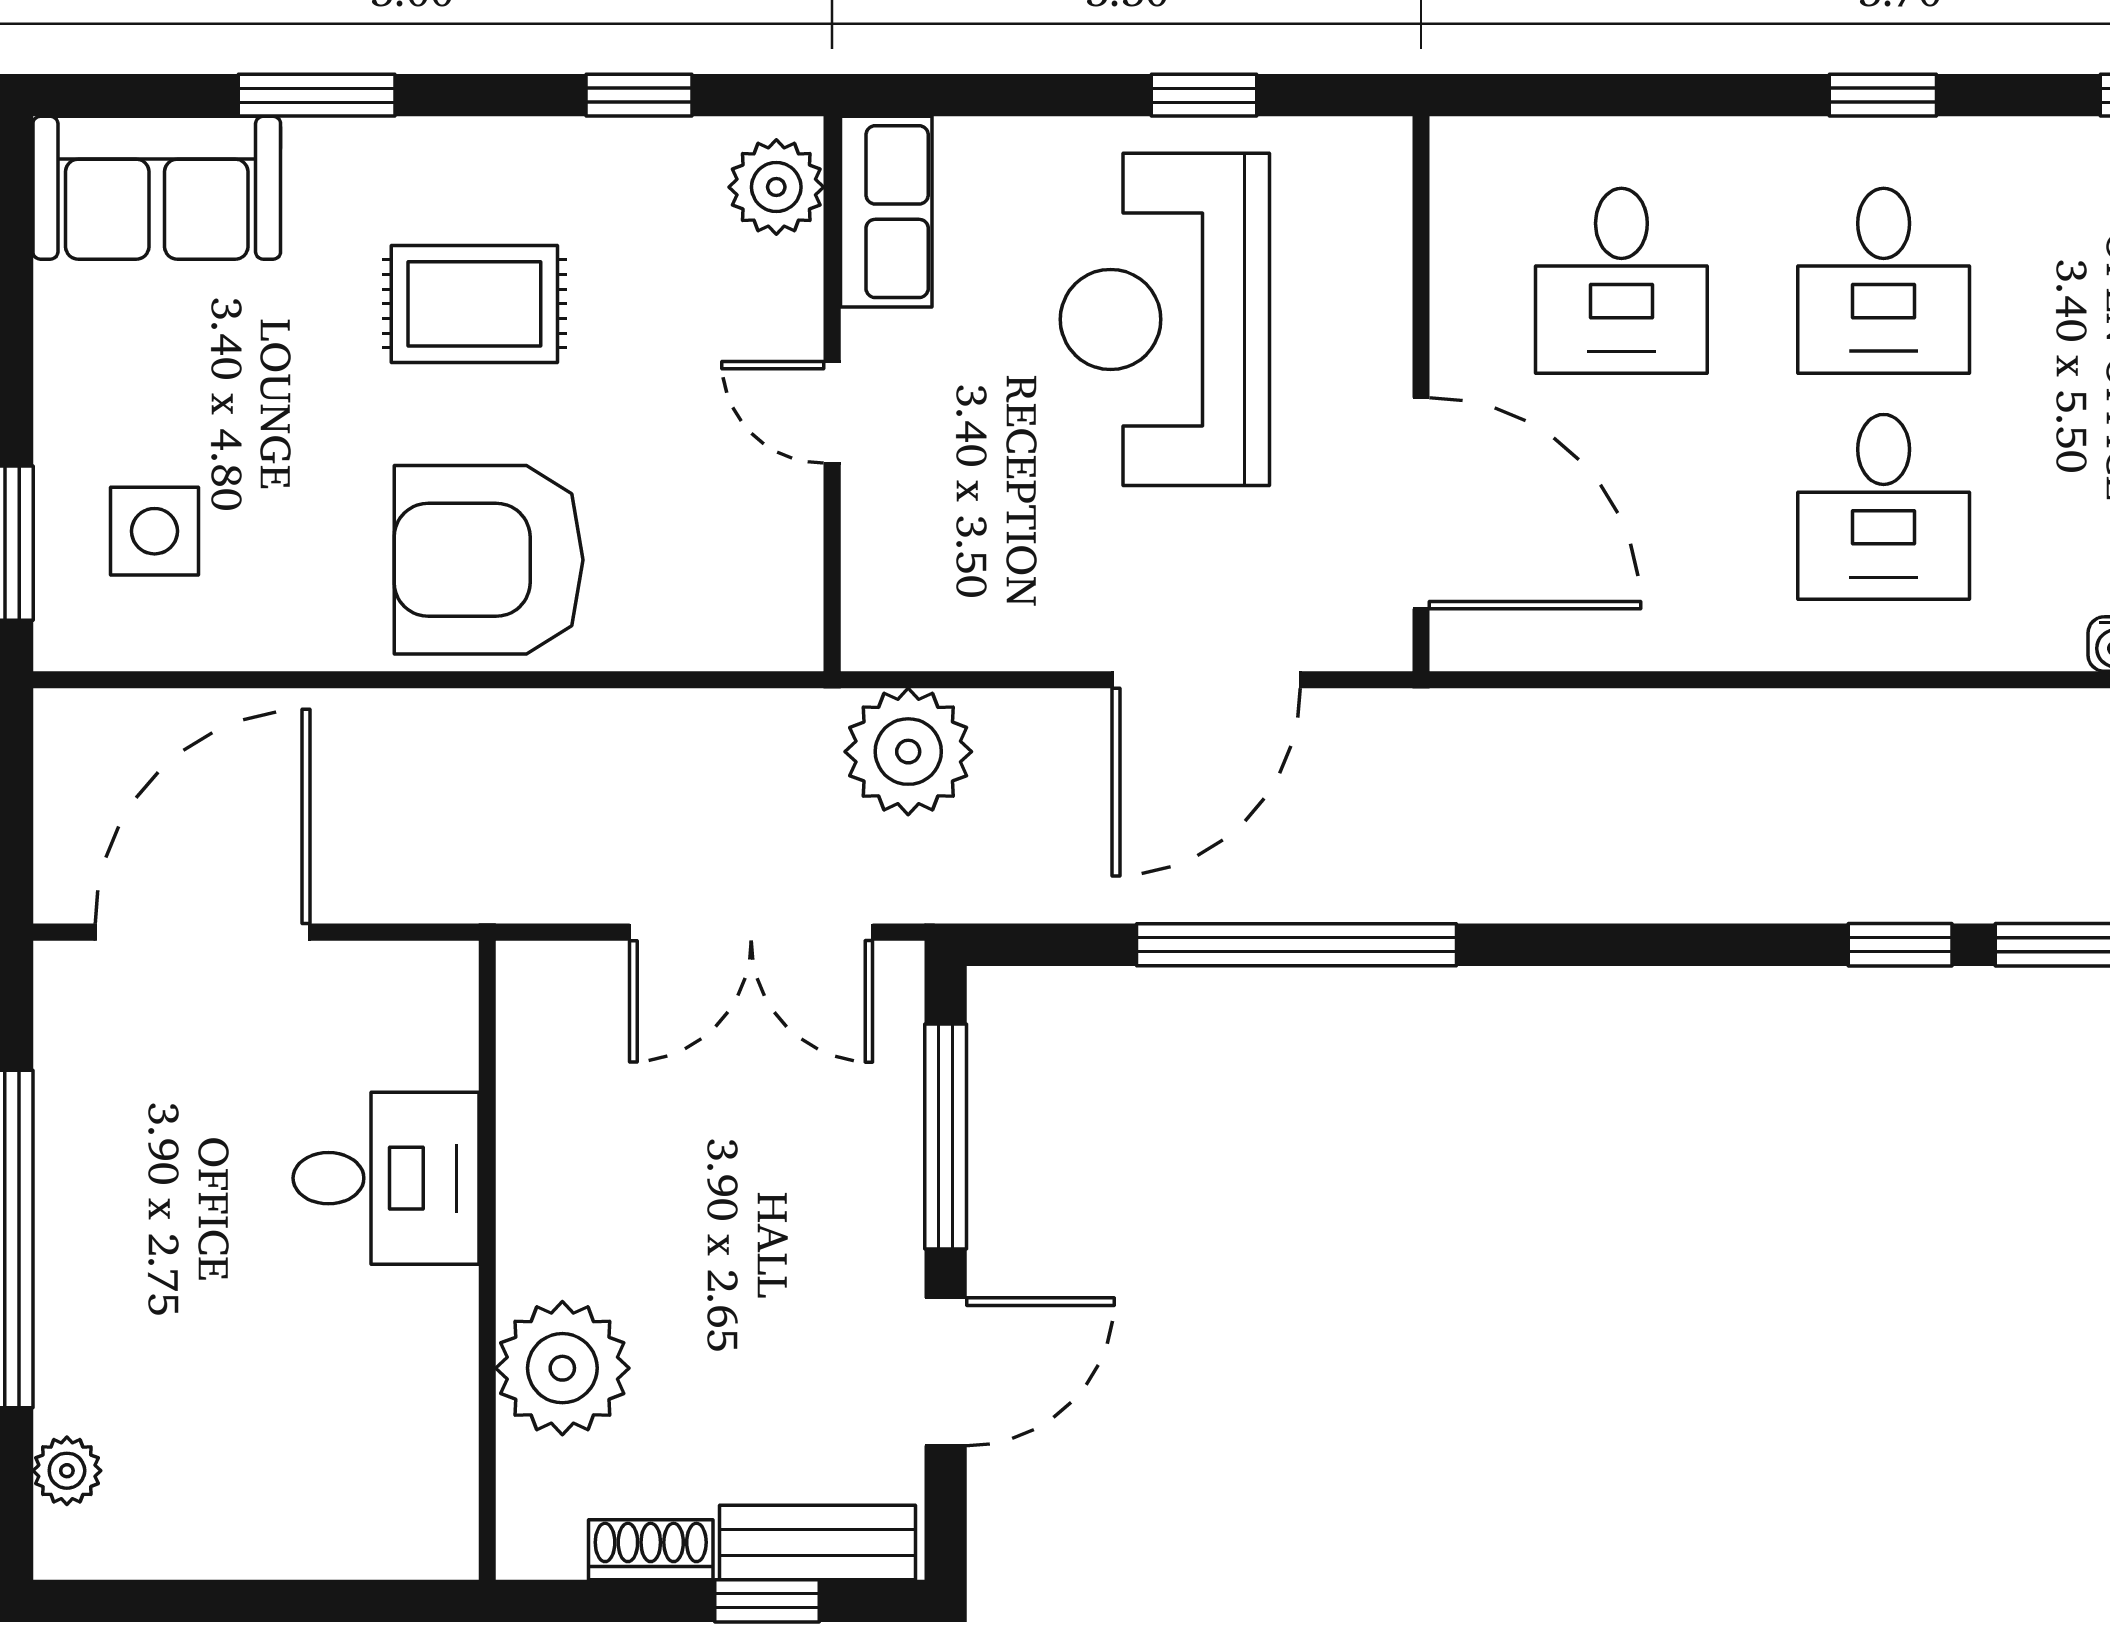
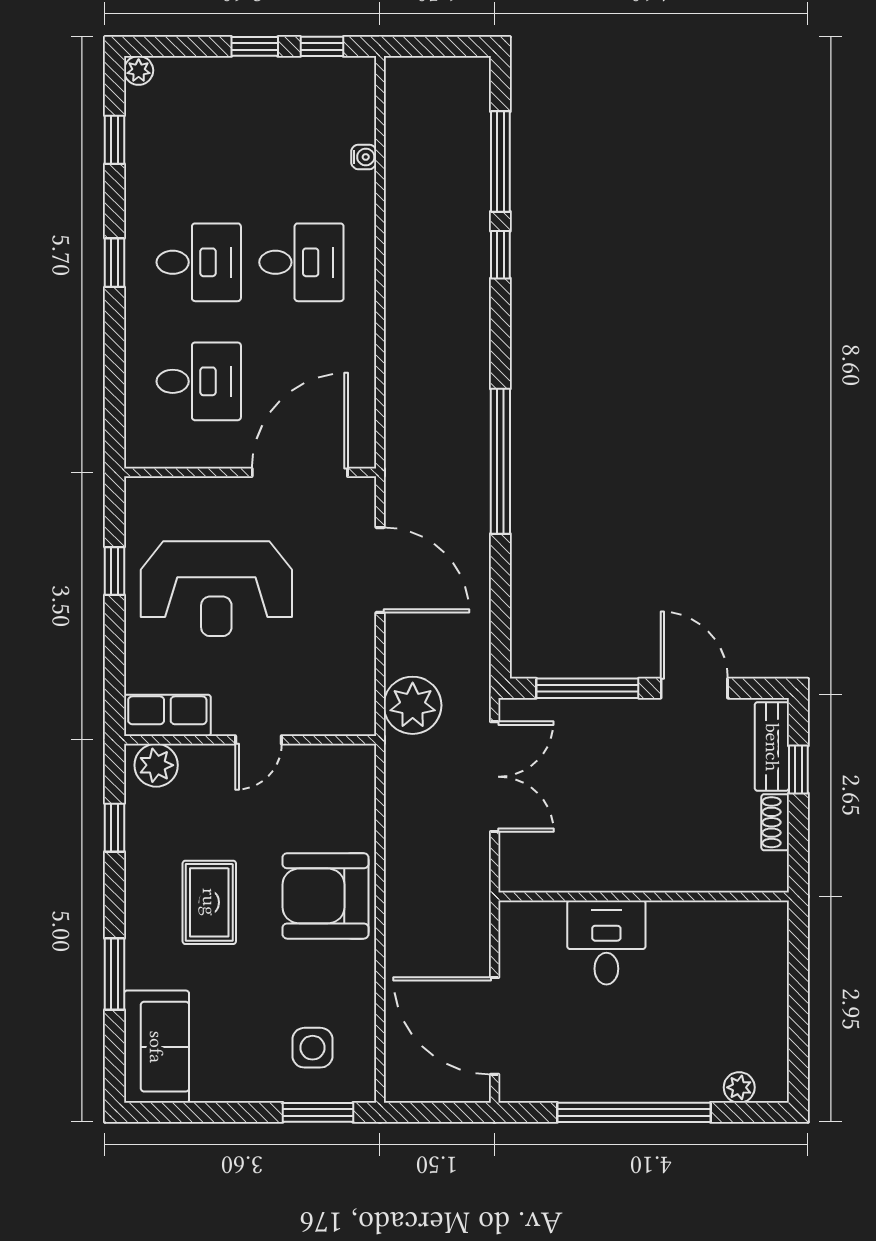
armchair: (489, 560) -> (325, 896), turned 90
window: (1297, 945) -> (500, 461), moved
plant: (562, 1368) -> (693, 862), removed

